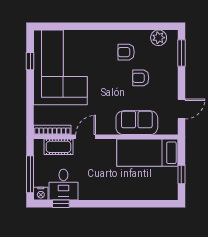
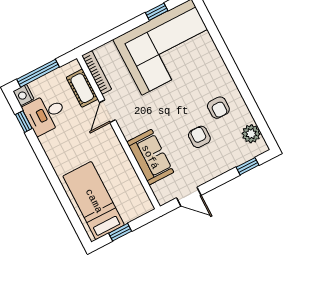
armchair: (126, 52) -> (218, 108), turned 180
window: (181, 53) -> (247, 166), width x0.67
door: (86, 137) -> (107, 111), swing flipped
bed: (147, 153) -> (94, 201), moved

